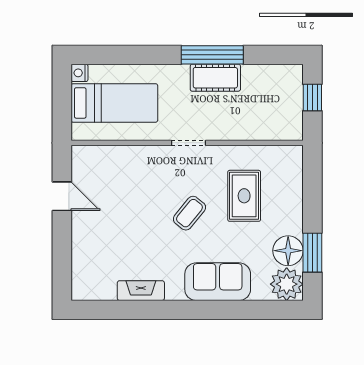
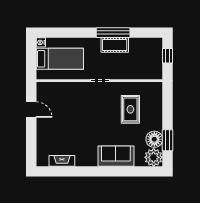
coffee table: (189, 213) -> (101, 119), removed
fireplace: (141, 291) -> (62, 161), moved

